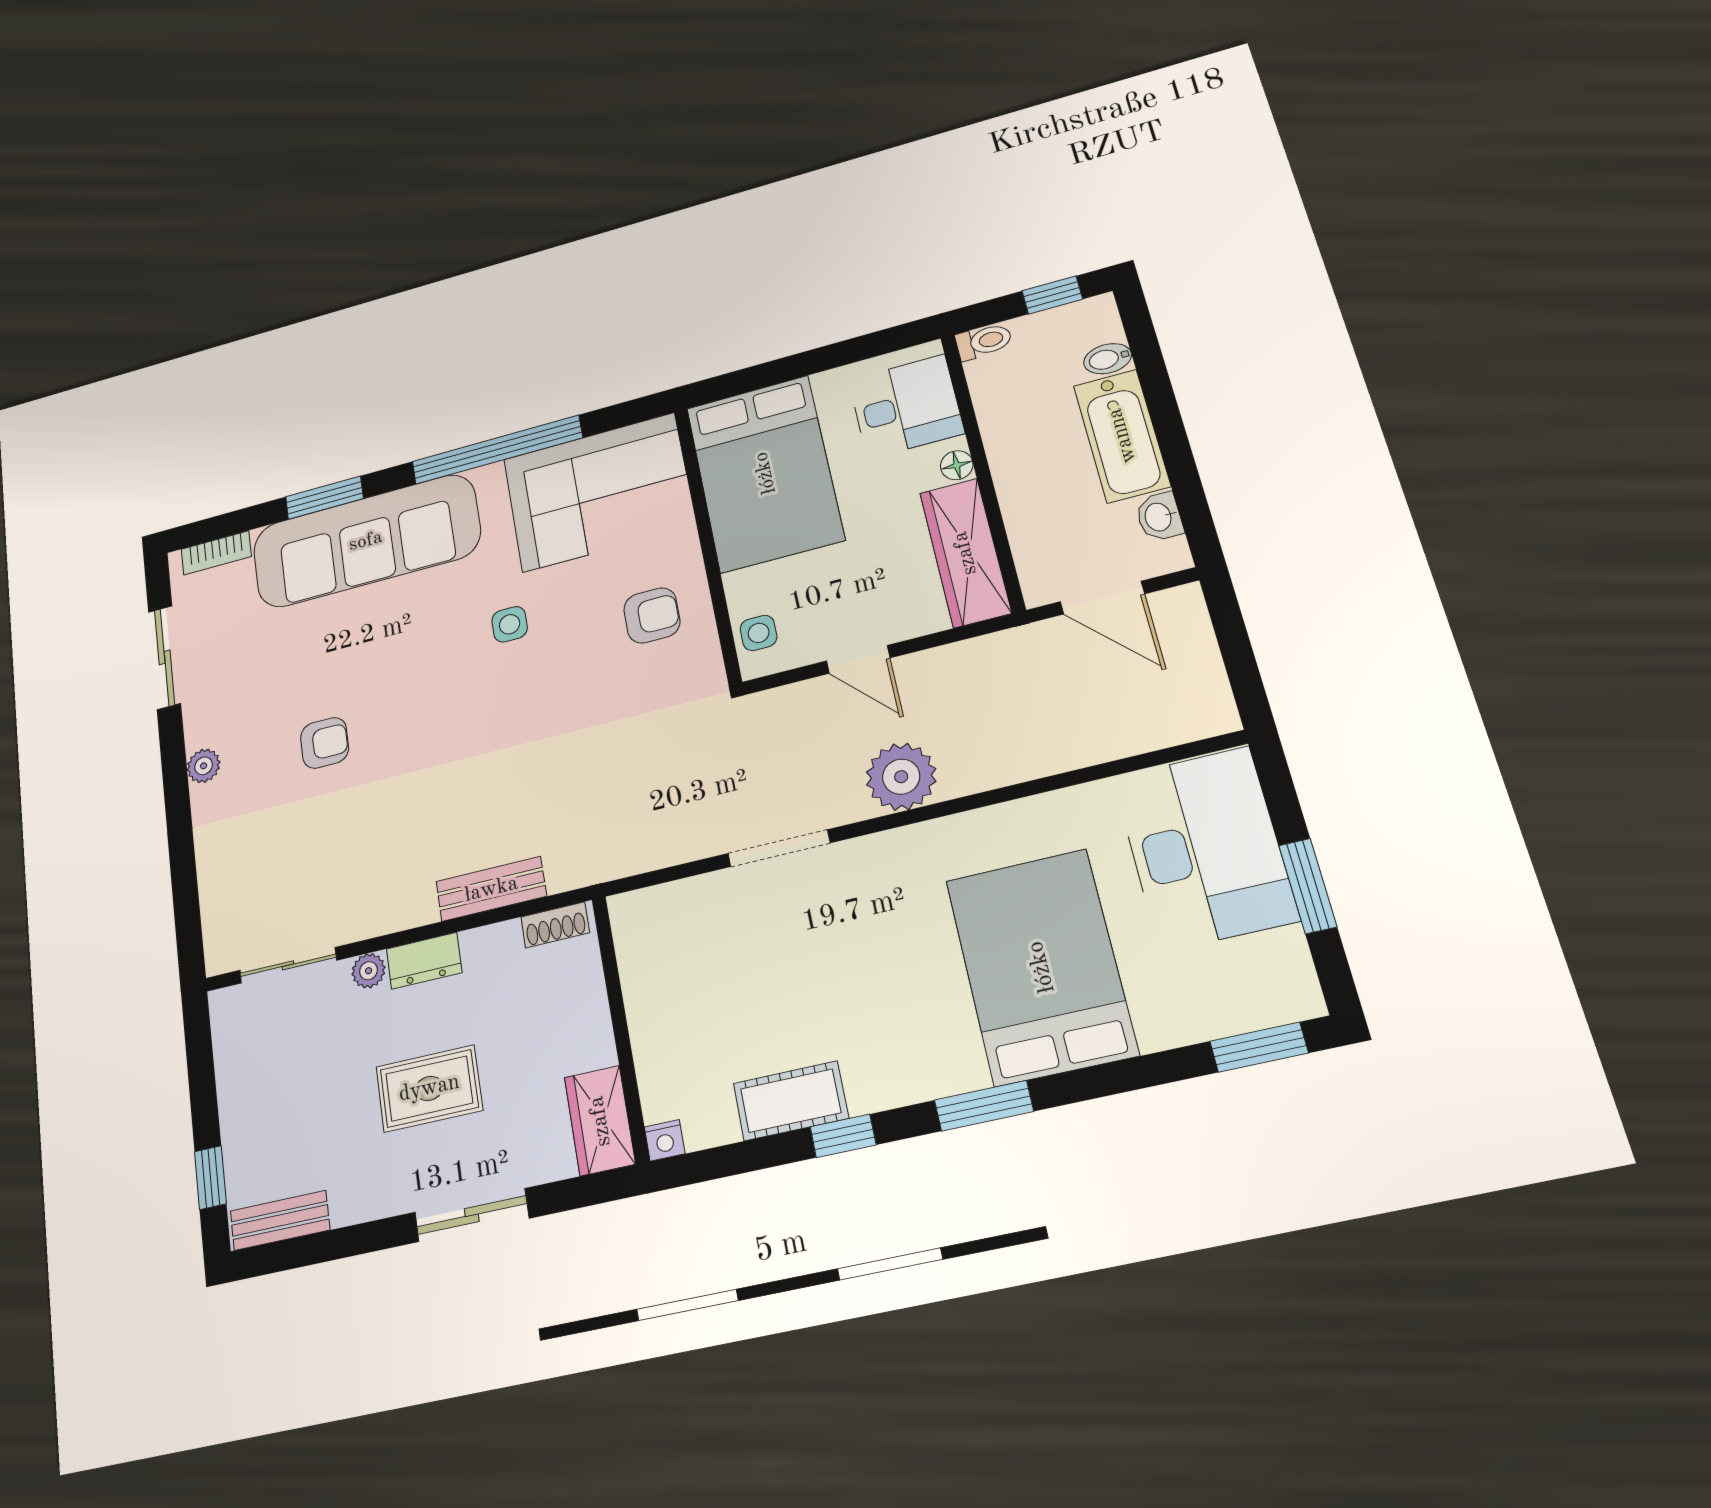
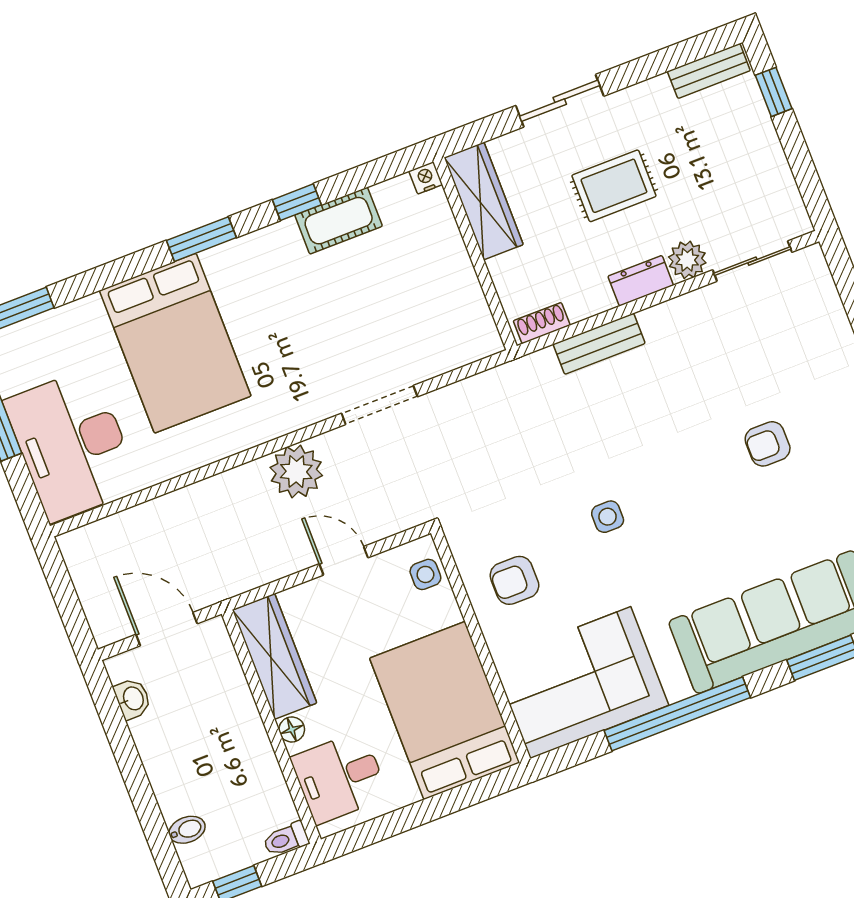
bathtub: (1122, 436) -> (168, 764), removed
side table: (510, 624) -> (608, 517), moved
plant: (369, 971) -> (687, 260), width x1.38, depth x1.38
wardrobe: (600, 1121) -> (484, 201), width x1.50

